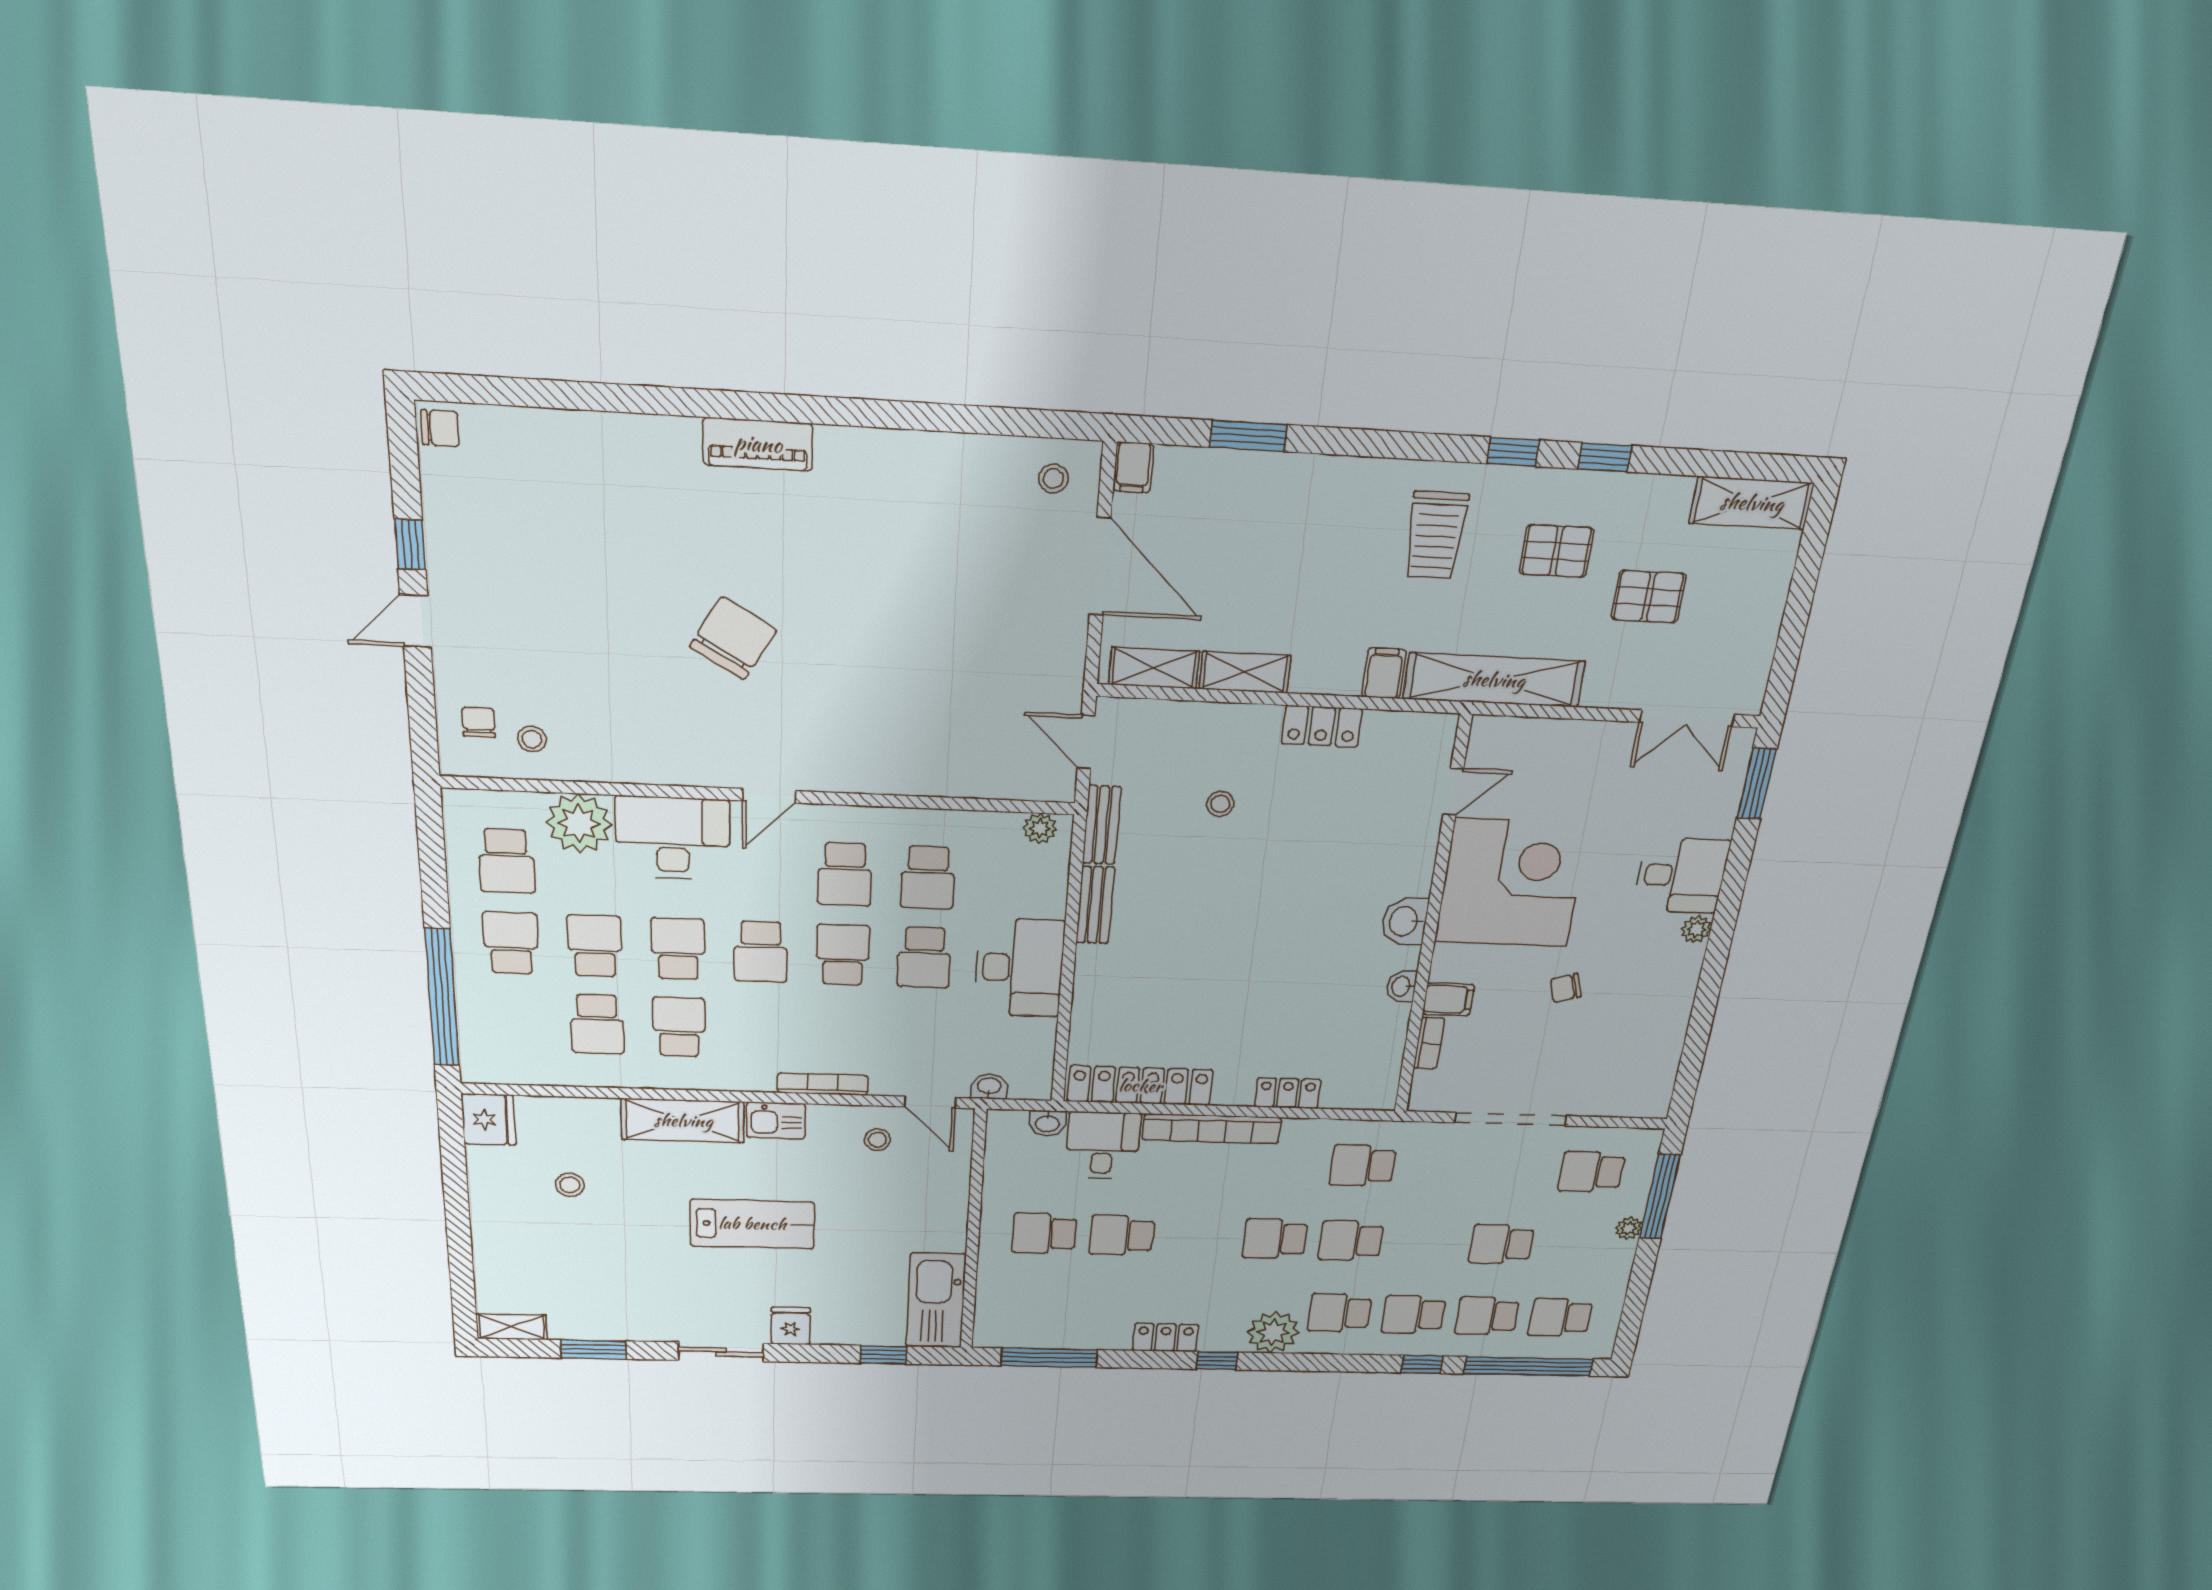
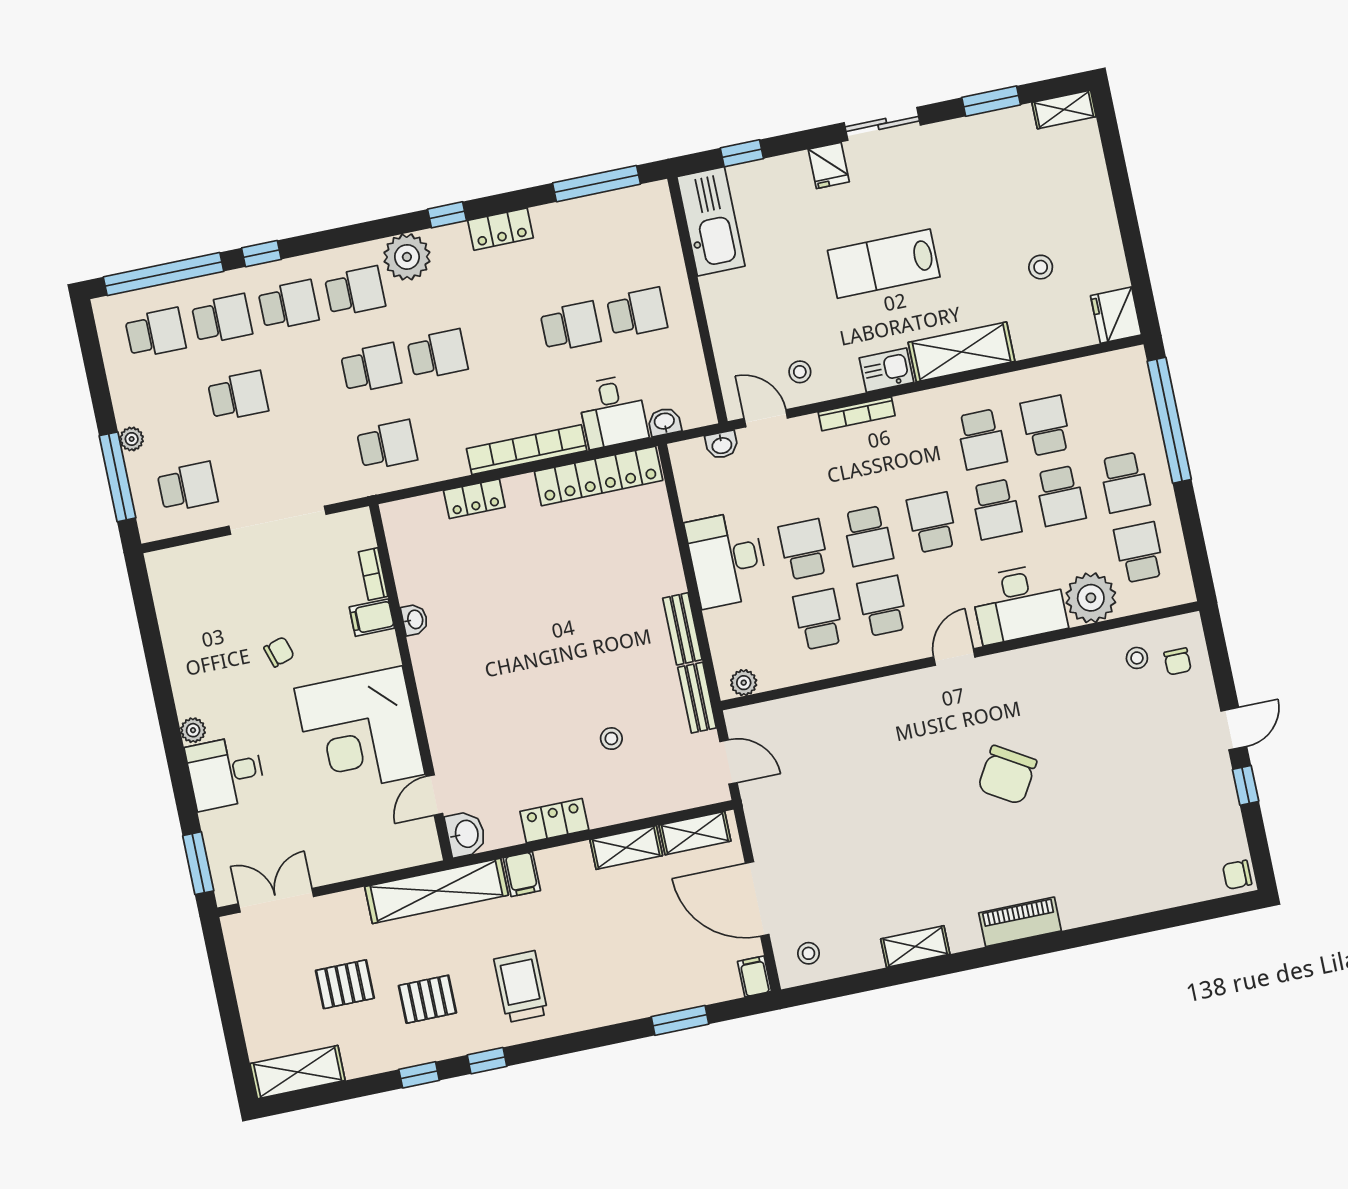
shelving: (908, 449) -> (915, 947), added
washbasin: (1404, 921) -> (466, 834), moved

